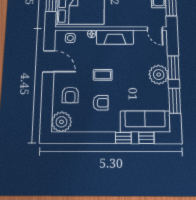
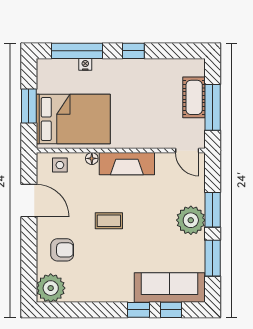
armchair: (70, 95) -> (62, 250), turned -90
armchair: (101, 103) -> (106, 261), removed

